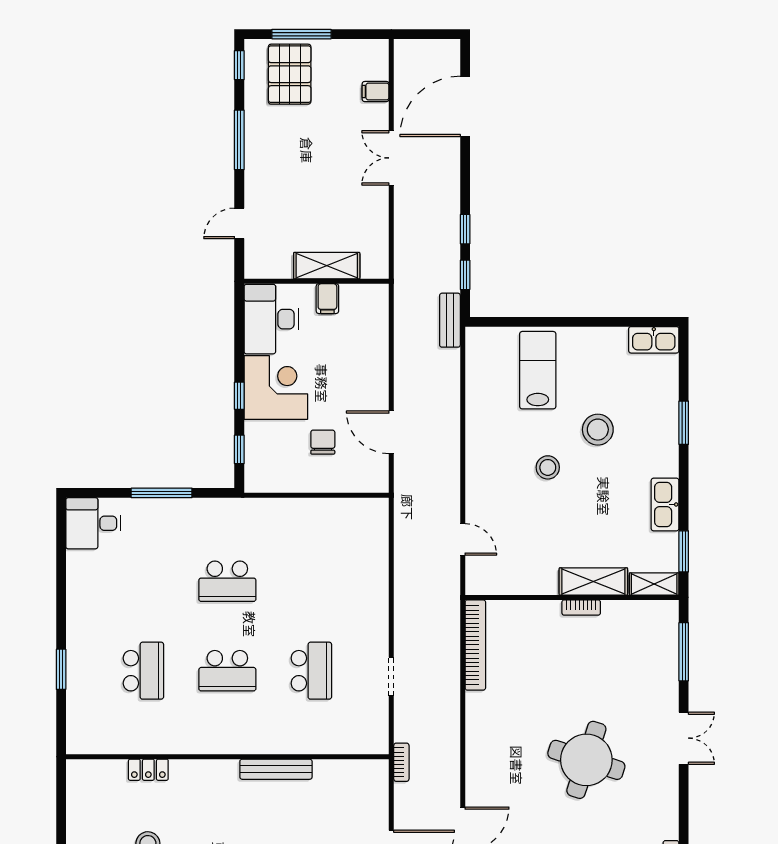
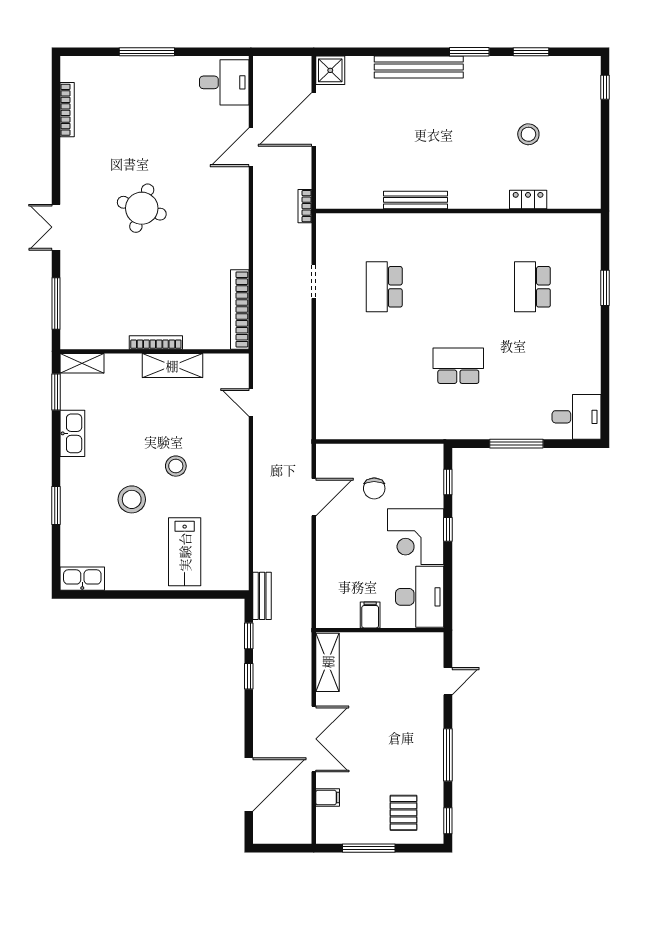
window: (301, 34) -> (369, 848), moved
pallet: (290, 74) -> (403, 813), width x0.67, depth x0.71
double door: (391, 158) -> (314, 739), width x1.37
shelving: (327, 266) -> (328, 662), moved, turned 90
door: (391, 432) -> (314, 497), hinge flipped
shelving: (593, 581) -> (172, 366), moved
bookcase: (581, 608) -> (156, 343), width x1.56
school desk: (227, 671) -> (458, 287), removed
round table: (586, 760) -> (142, 208), width x0.73, depth x0.73

